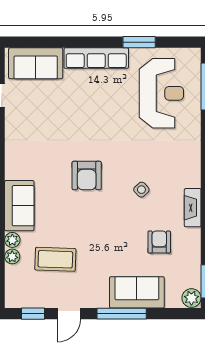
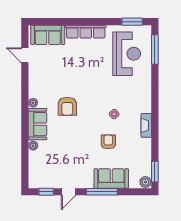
window: (139, 42) -> (132, 22), moved
armchair: (87, 176) -> (67, 106), moved
armchair: (159, 242) -> (108, 142), moved
plant: (12, 256) -> (33, 103), moved
coffee table: (55, 259) -> (60, 158), removed

